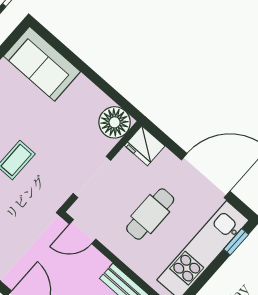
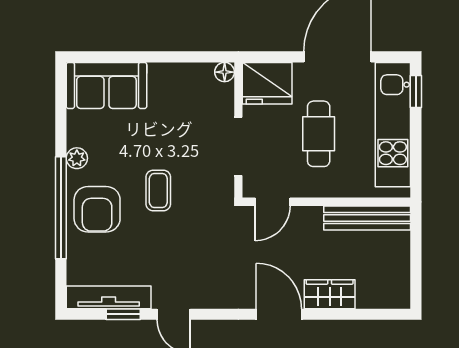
floor lamp: (115, 122) -> (225, 72), width x0.53, depth x0.53
fridge: (145, 146) -> (267, 83), width x1.36, depth x1.34

